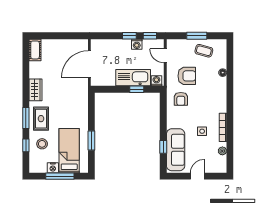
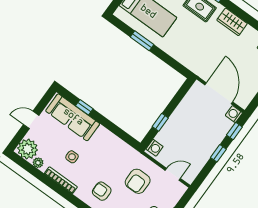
window: (150, 36) -> (234, 131), moved
washing machine: (137, 44) -> (234, 114), moved
kitchen sink: (133, 78) -> (174, 127), removed
armchair: (181, 99) -> (102, 191), moved
plant: (218, 164) -> (28, 149), added
door: (197, 176) -> (31, 120), swing flipped

